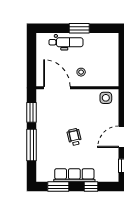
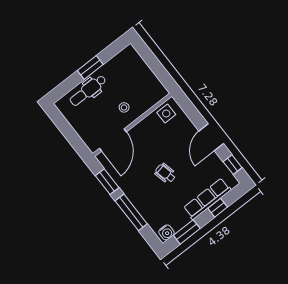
dental chair: (66, 42) -> (88, 90), turned 180
door: (57, 88) -> (113, 140), swing flipped
row of seats: (74, 175) -> (207, 199), moved
water cooler: (45, 177) -> (166, 232), added

